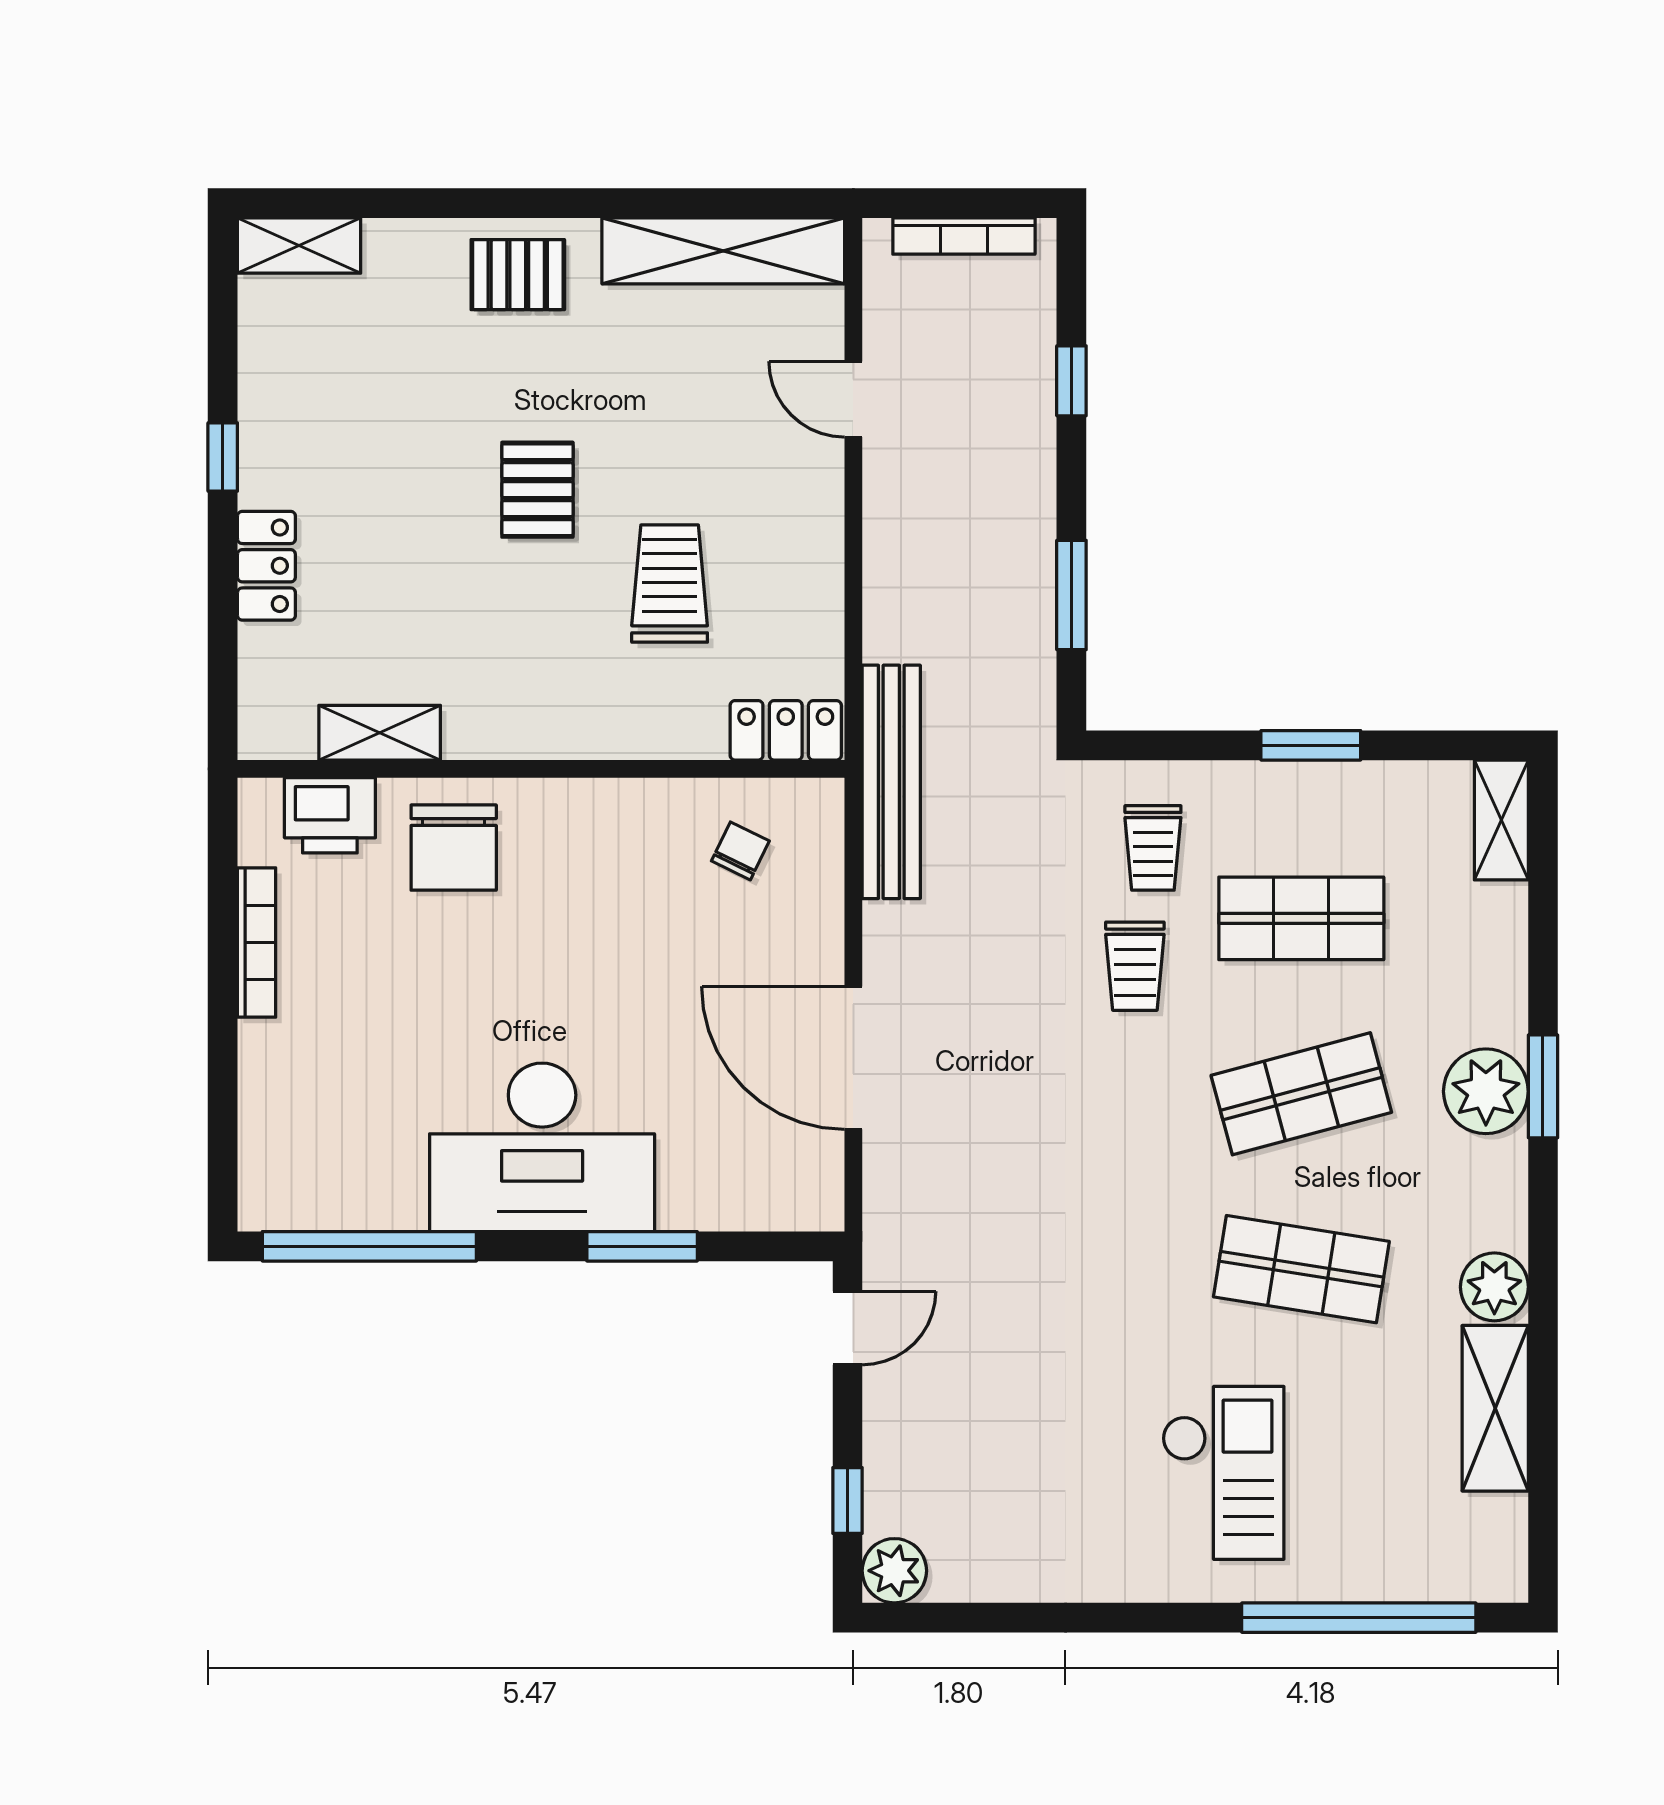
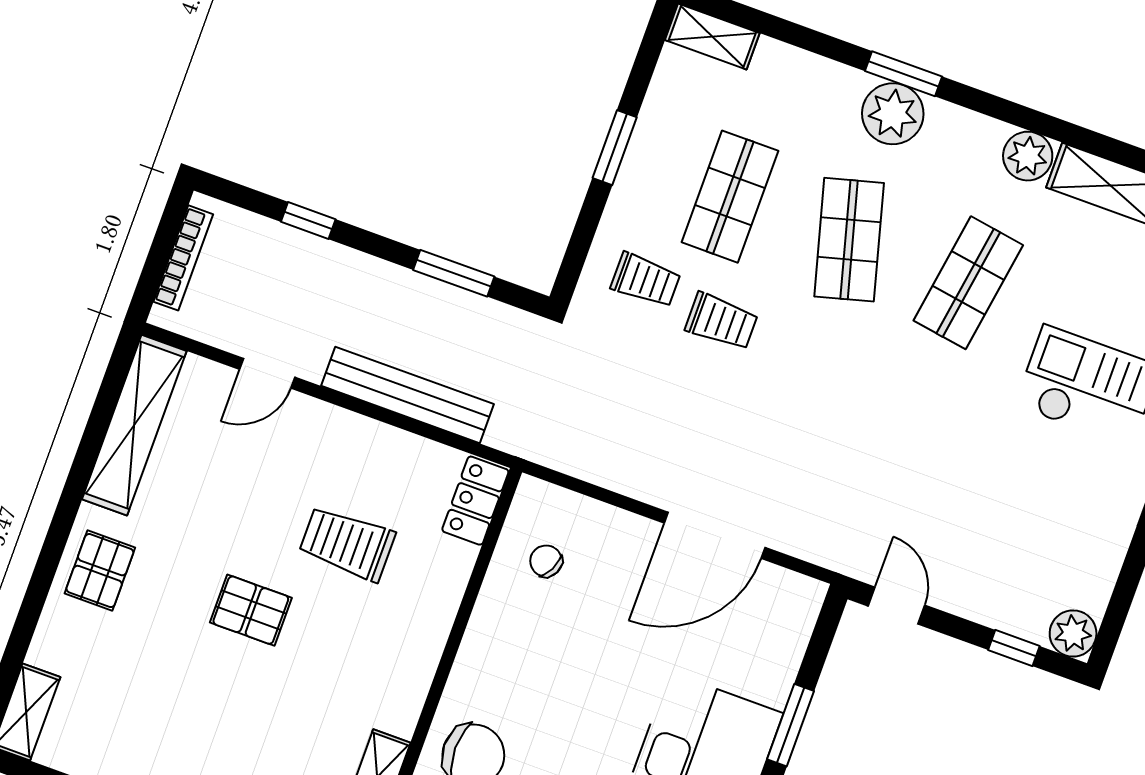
bench: (891, 782) -> (408, 395), moved

